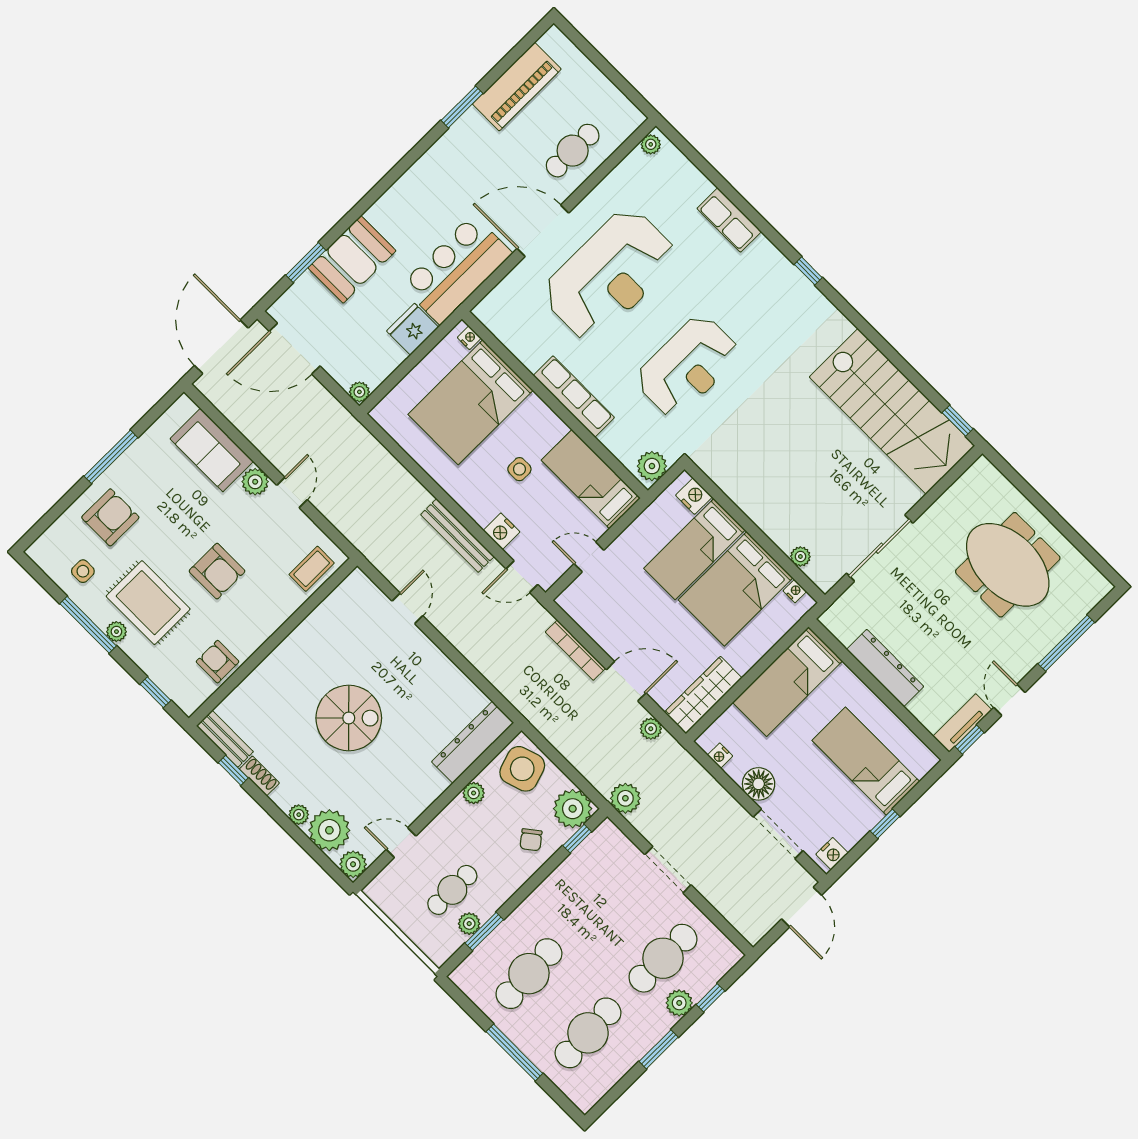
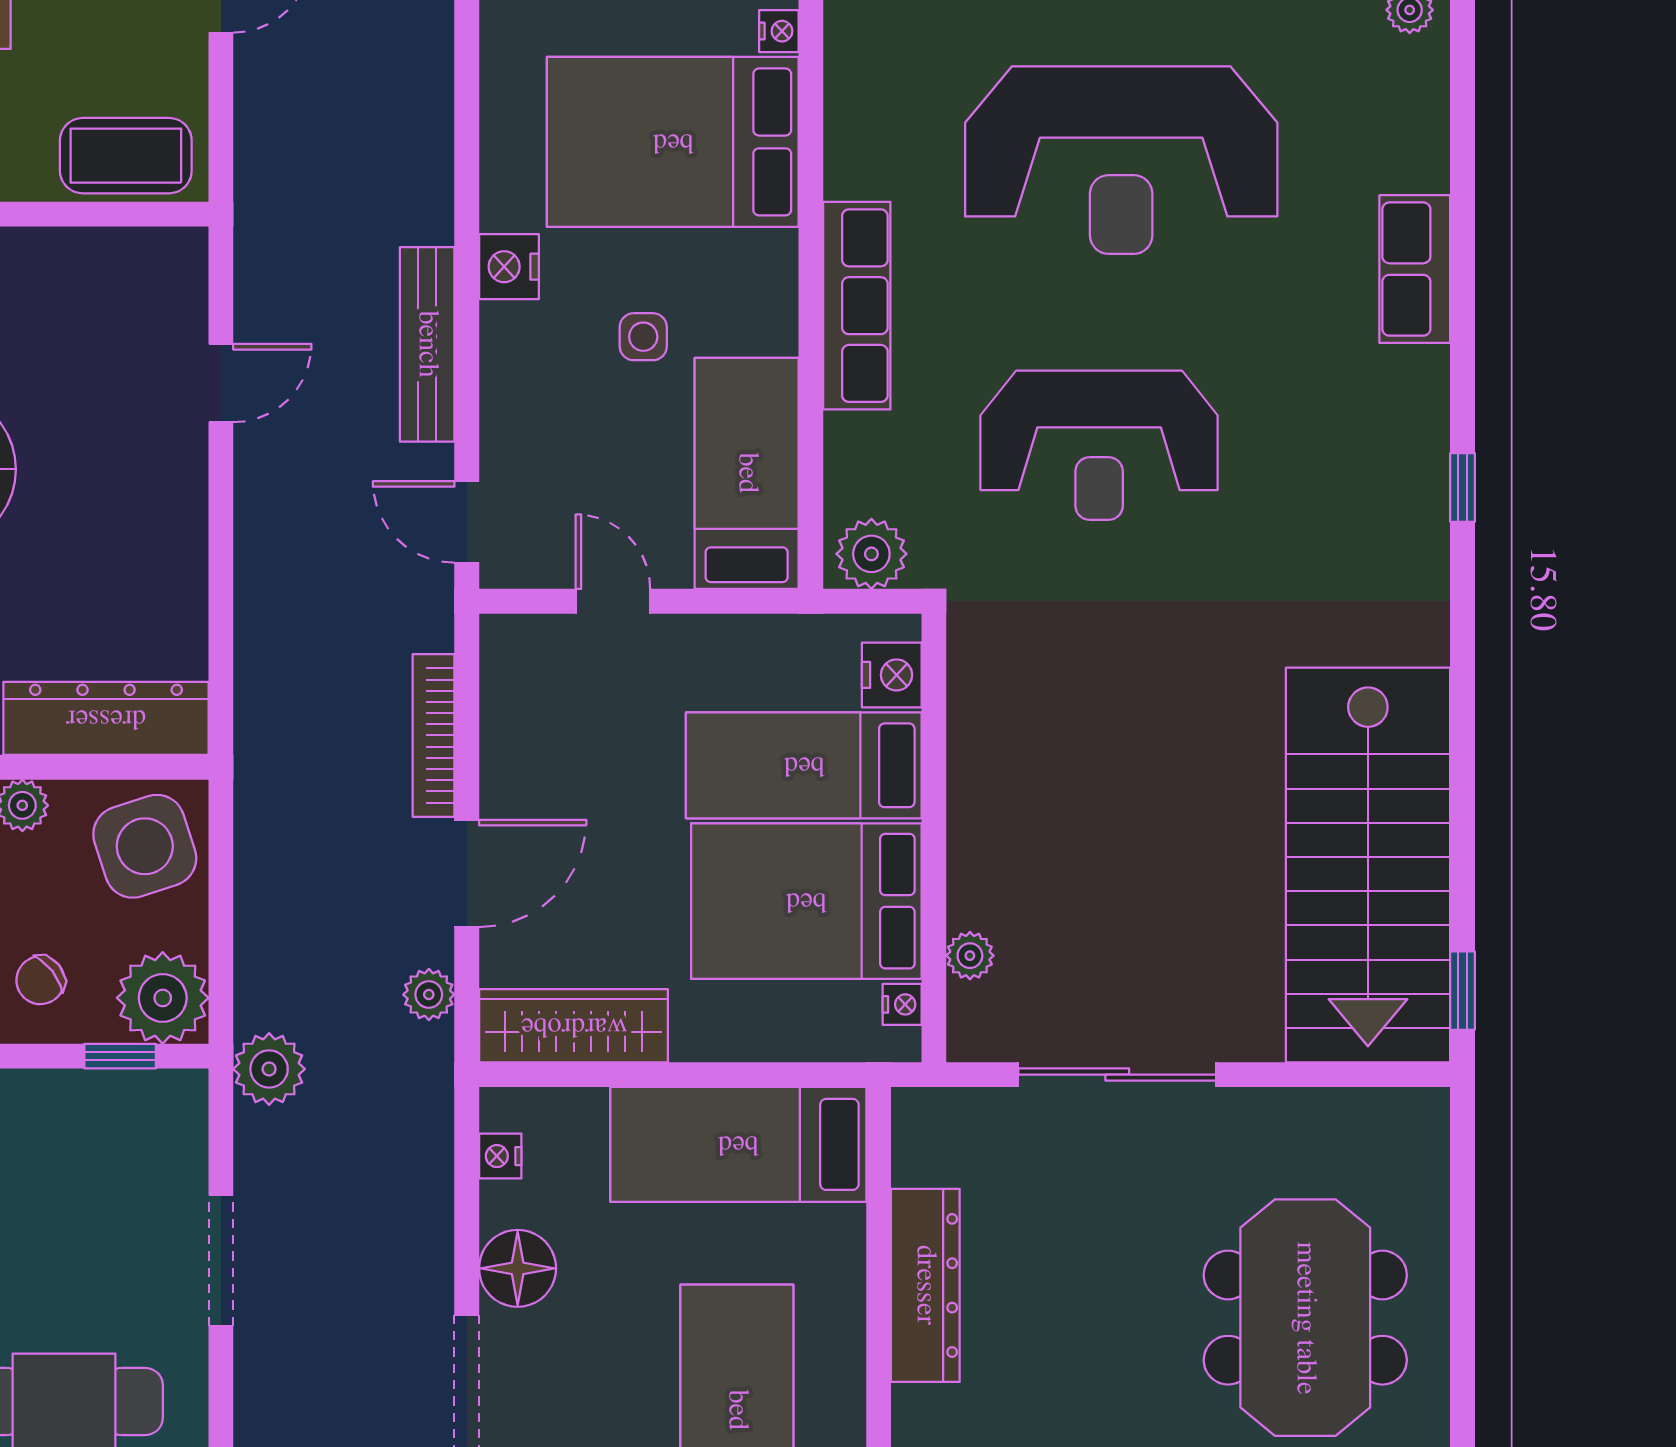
nightstand: (502, 531) -> (509, 267), moved
coffee table: (312, 569) -> (126, 156), width x1.36, depth x1.30
door: (626, 681) -> (467, 873), hinge flipped

